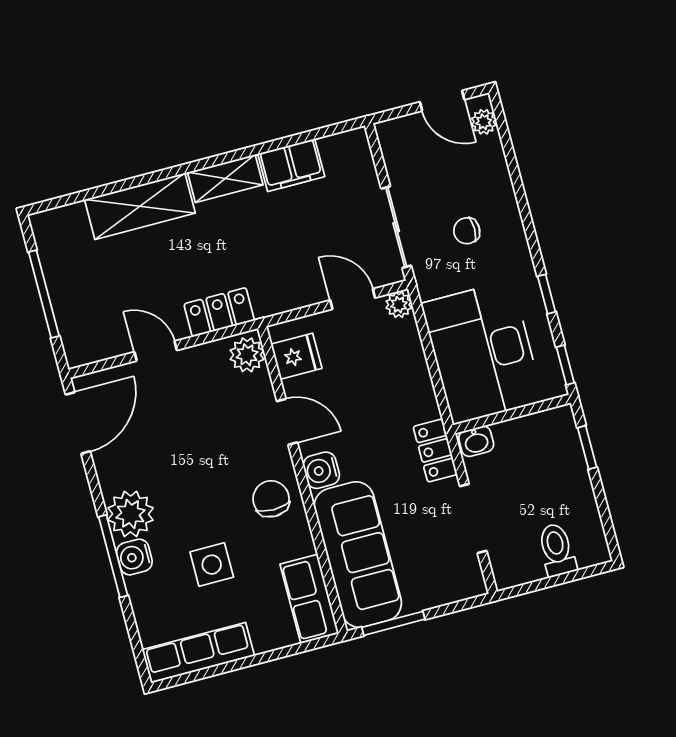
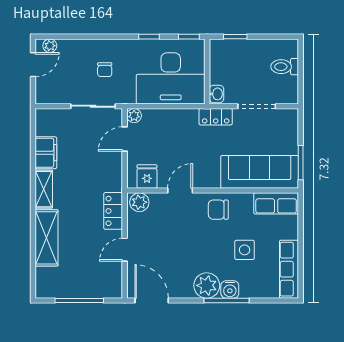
water cooler: (321, 470) -> (210, 179), removed

